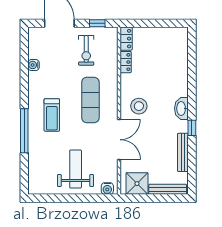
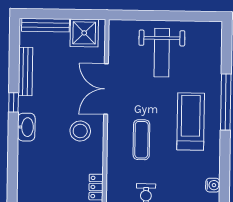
exercise mat: (90, 100) -> (141, 140), width x0.73, depth x0.69
treadmill: (52, 115) -> (191, 121), width x1.37, depth x1.38
water cooler: (107, 189) -> (122, 27), removed

